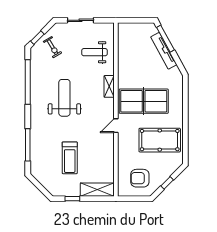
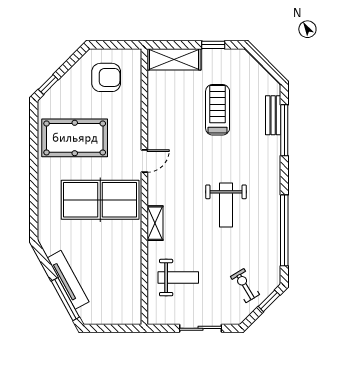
weight bench: (64, 98) -> (226, 205), width x0.73, depth x0.75
bench: (35, 154) -> (273, 115), added
window: (167, 183) -> (48, 85), moved

